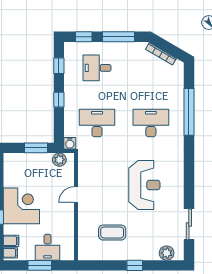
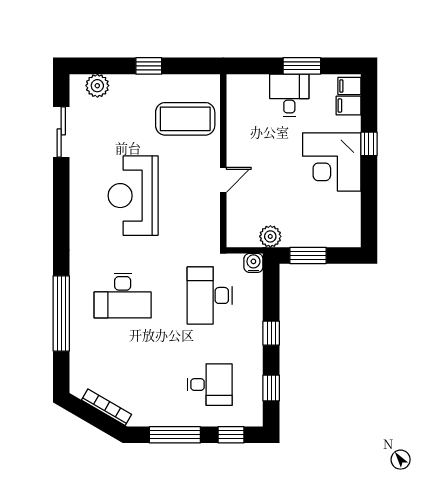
desk: (97, 123) -> (210, 295), turned 90
door: (76, 195) -> (223, 180), moved
wall: (76, 207) -> (223, 161), moved
coffee table: (112, 233) -> (185, 119), width x1.36, depth x1.32

